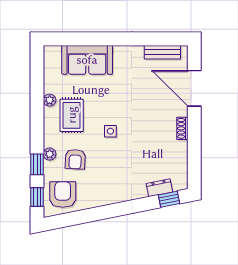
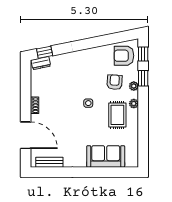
plant: (50, 100) -> (134, 104), moved
dresser: (159, 188) -> (41, 63), moved
armchair: (63, 195) -> (124, 56), turned 90

